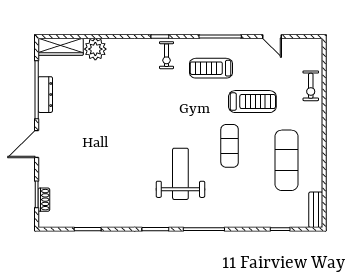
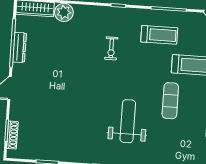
exercise bike: (166, 55) -> (111, 48), moved
treadmill: (211, 68) -> (159, 35), turned 180
shoe rack: (44, 200) -> (12, 135), width x1.43

